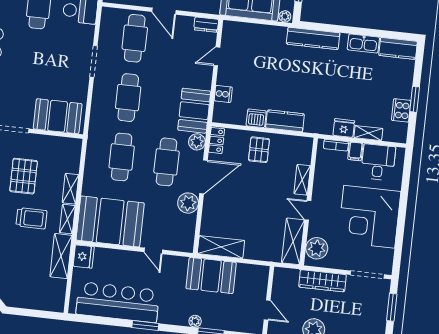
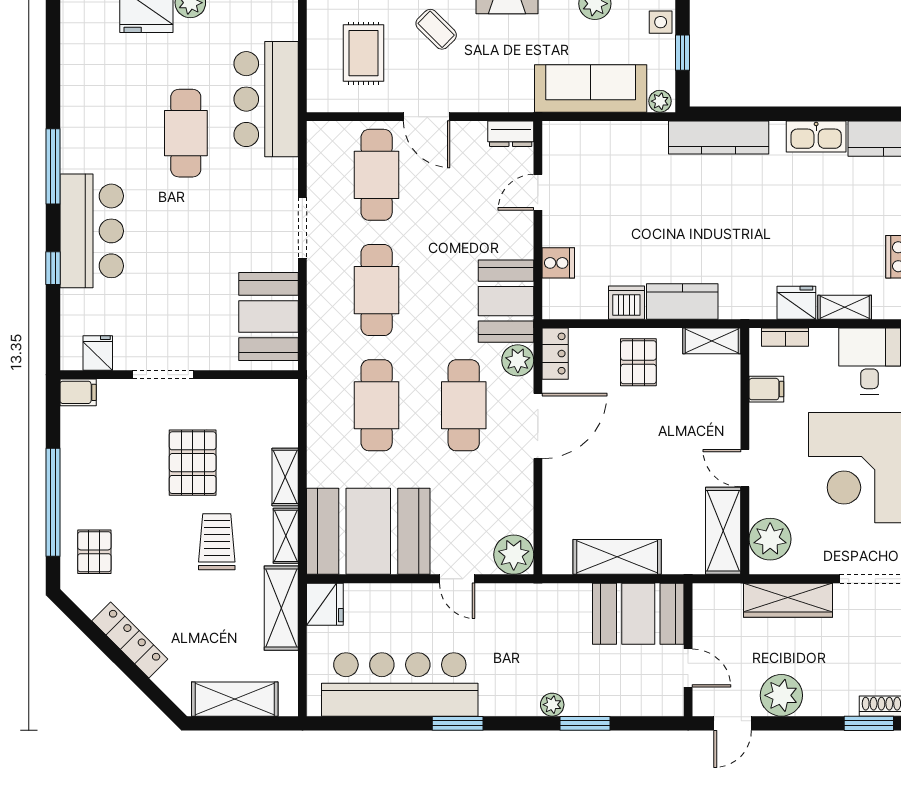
booth: (58, 116) -> (269, 317), moved, turned 90
filing cabinet: (355, 151) -> (766, 389), moved, turned -90
shelving: (302, 180) -> (712, 341), moved, turned 90
plant: (188, 203) -> (514, 555), moved
trolley: (31, 218) -> (217, 542), turned -90
shelving: (221, 247) -> (617, 557), moved
booth: (211, 276) -> (638, 614), moved
shelving: (32, 300) -> (235, 699), added

